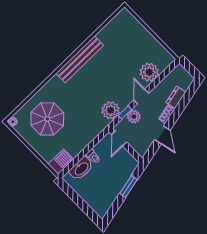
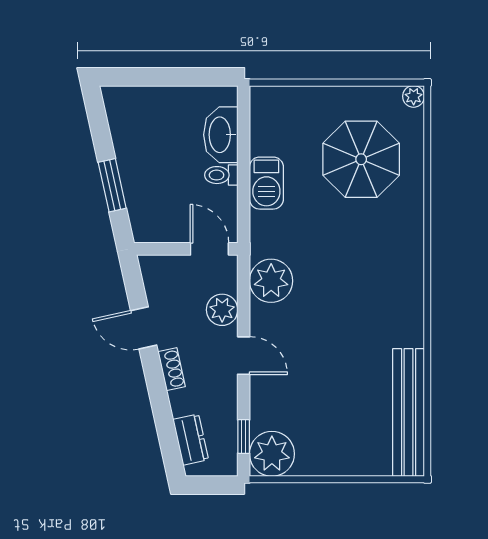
bench: (80, 59) -> (409, 413), moved
plant: (149, 72) -> (272, 454), moved
dresser: (176, 97) -> (191, 440), moved
window: (125, 113) -> (244, 437), moved
barbecue: (61, 162) -> (266, 183), moved

